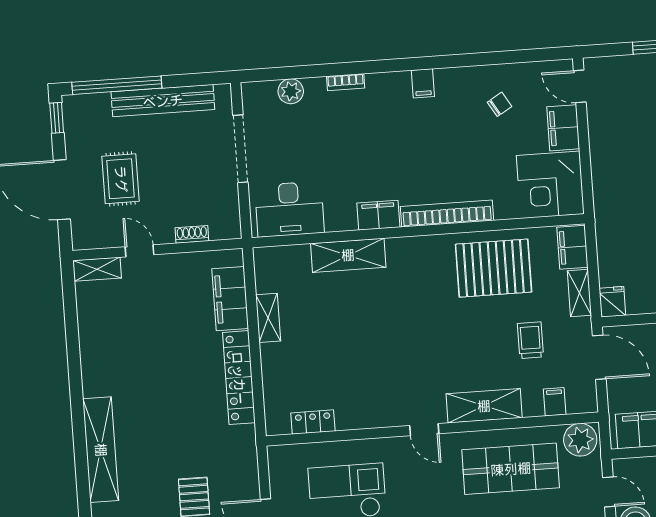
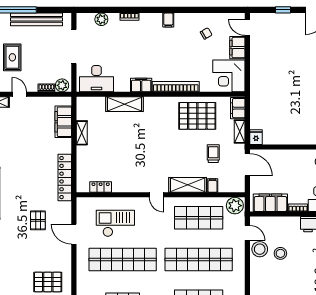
plant: (223, 227) -> (62, 85), added
locker: (239, 378) -> (65, 178), moved
filing cabinet: (555, 402) -> (213, 185), moved

